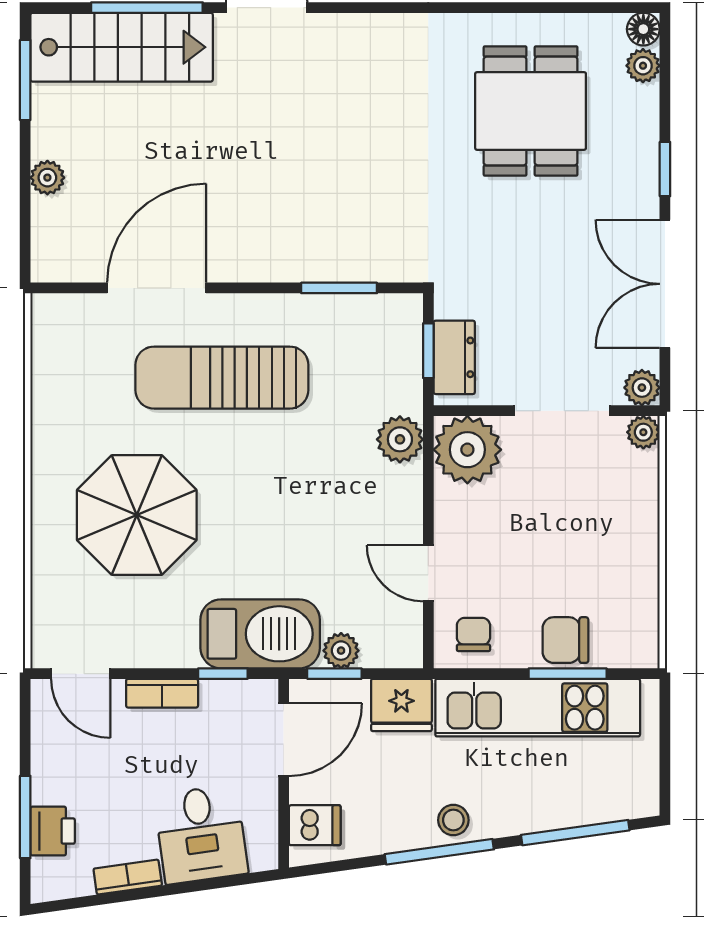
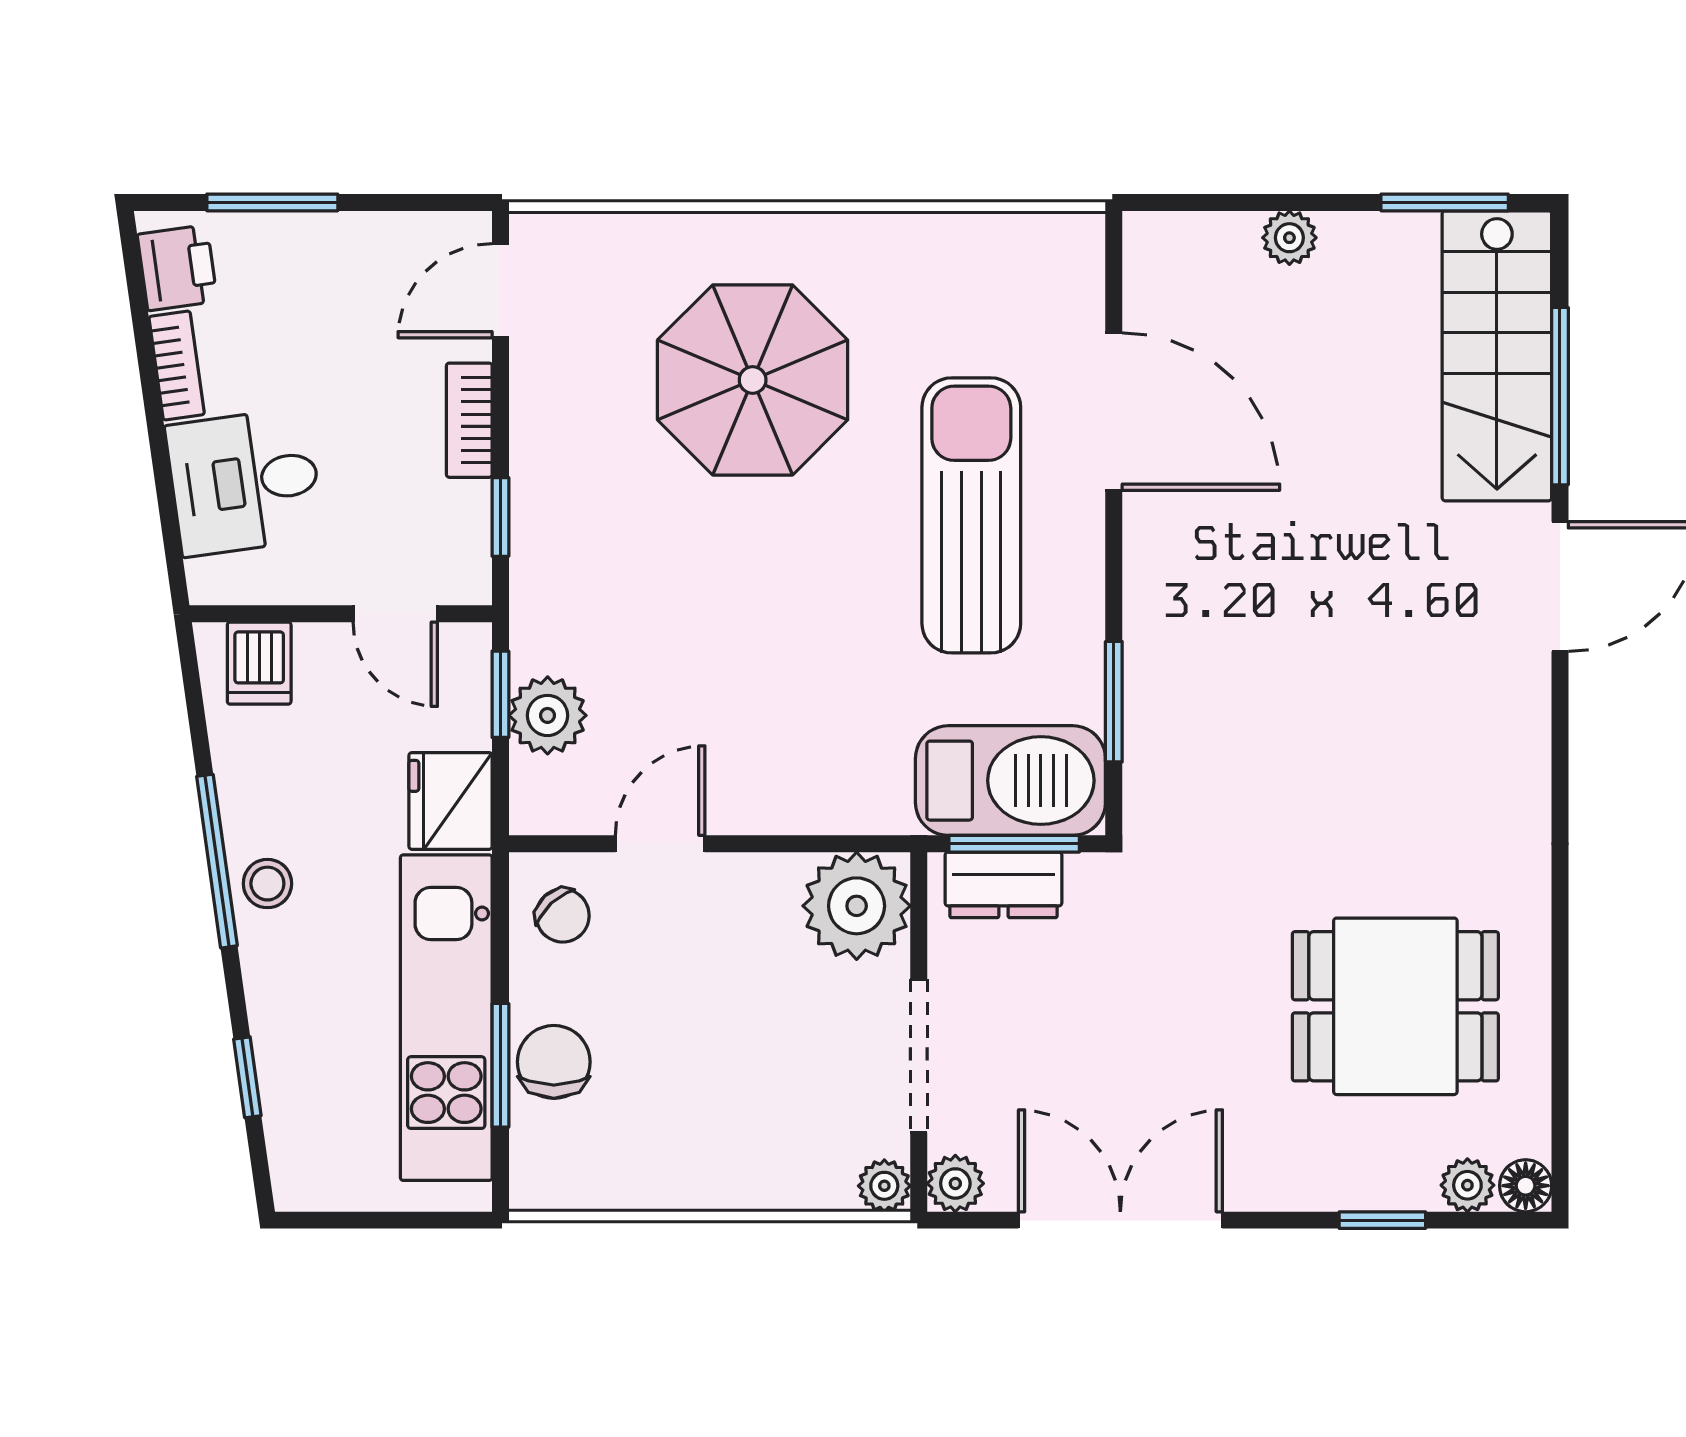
window: (665, 169) -> (1382, 1220), moved
window: (428, 351) -> (1014, 844), width x1.50
plant: (400, 439) -> (873, 799), removed
barbecue: (260, 634) -> (1010, 781), moved, turned -90
chair: (473, 634) -> (563, 916), turned 47
plant: (341, 651) -> (548, 715), width x1.38, depth x1.38
door: (284, 740) -> (395, 614), width x0.73
printer: (53, 831) -> (177, 268), moved, turned -98
window: (575, 833) -> (247, 1077), width x0.46

